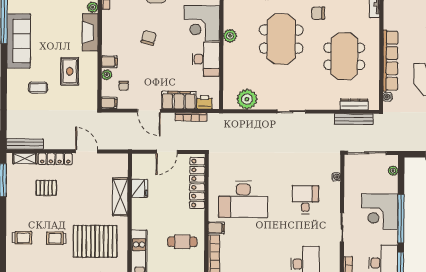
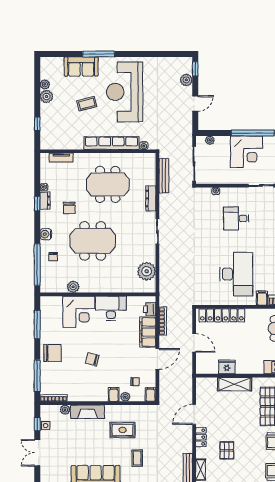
plant: (230, 36) -> (73, 287), moved
dresser: (354, 104) -> (151, 198), moved
locker: (55, 159) -> (201, 437), width x0.66

